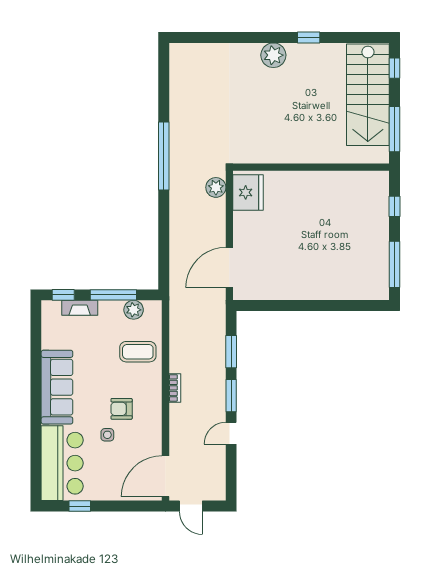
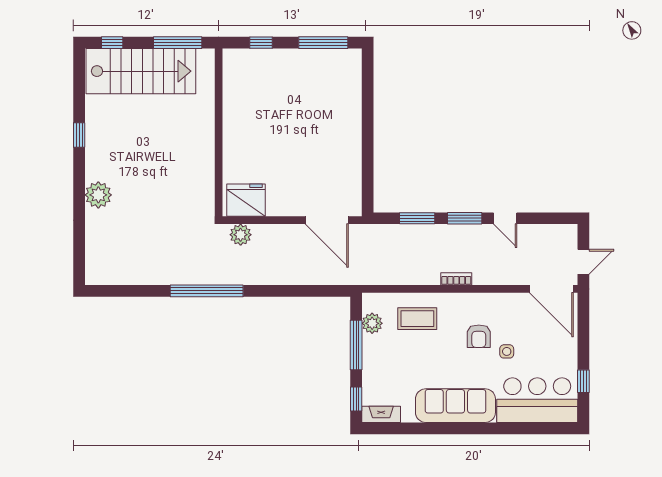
plant: (273, 55) -> (98, 195), moved
fireplace: (80, 308) -> (381, 414), moved, turned -90
coffee table: (138, 352) -> (417, 319), turned 90

